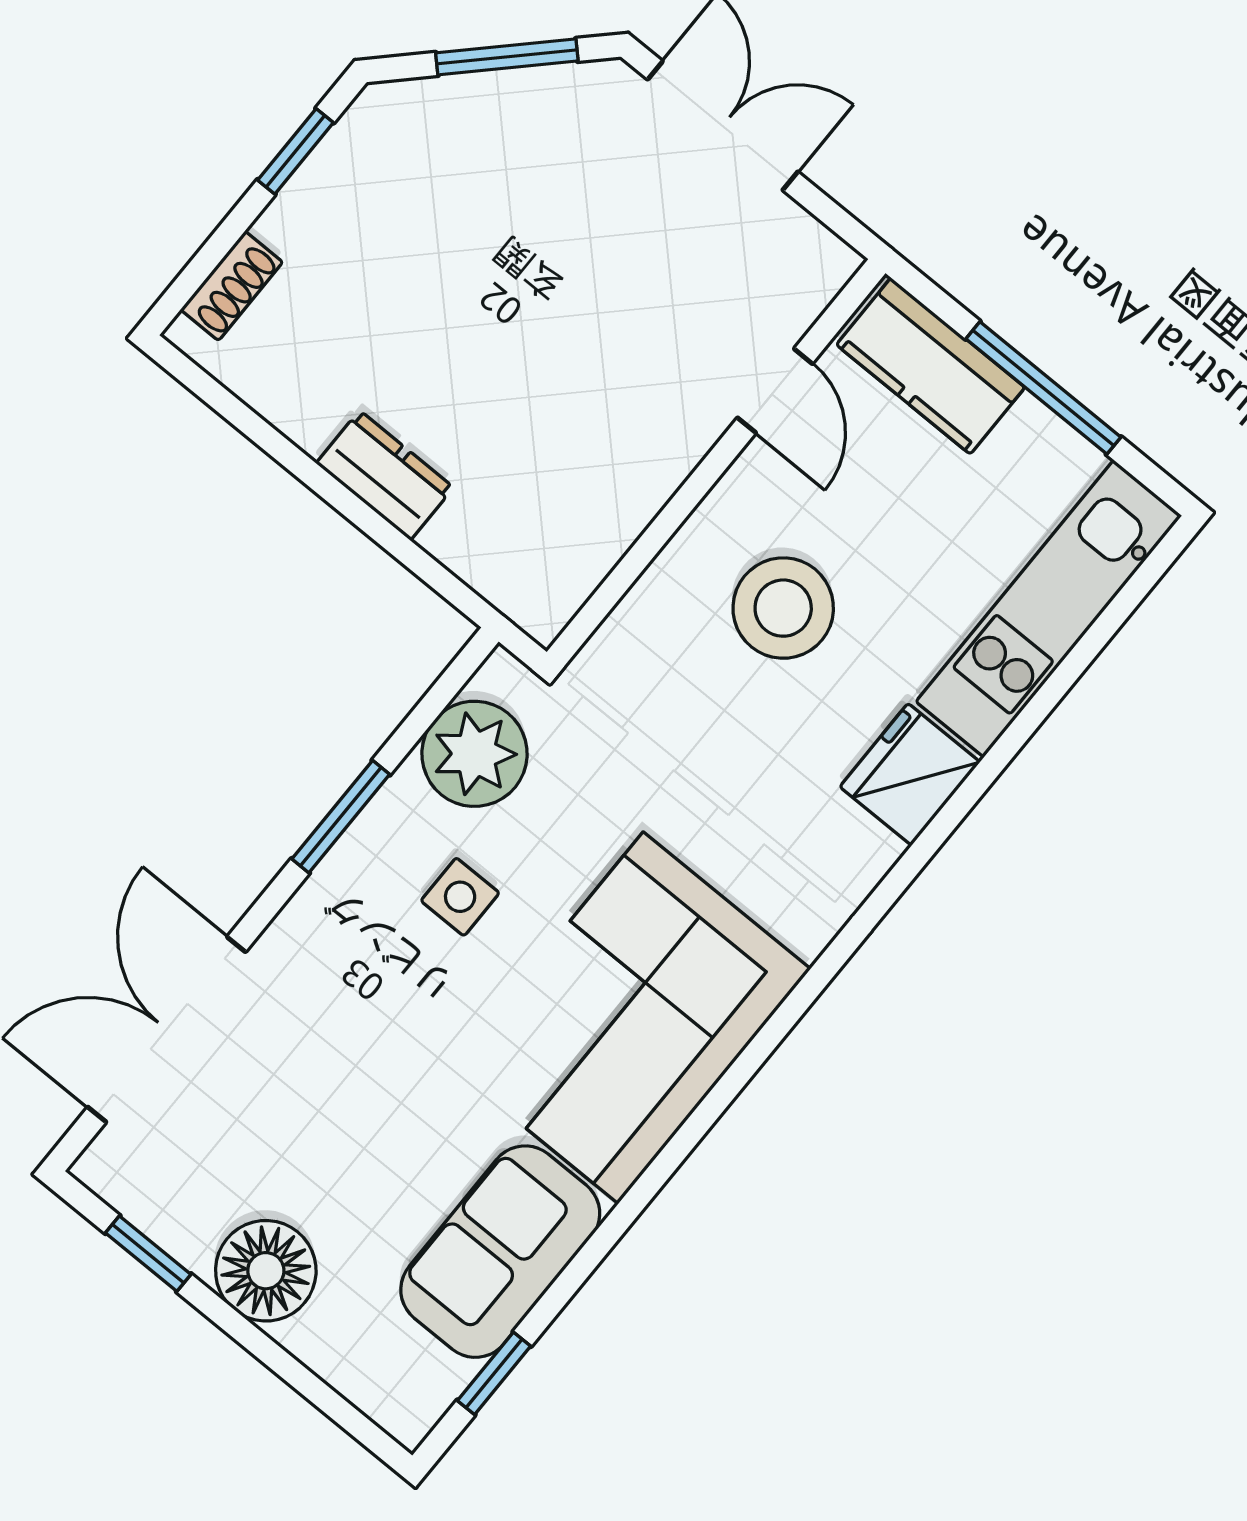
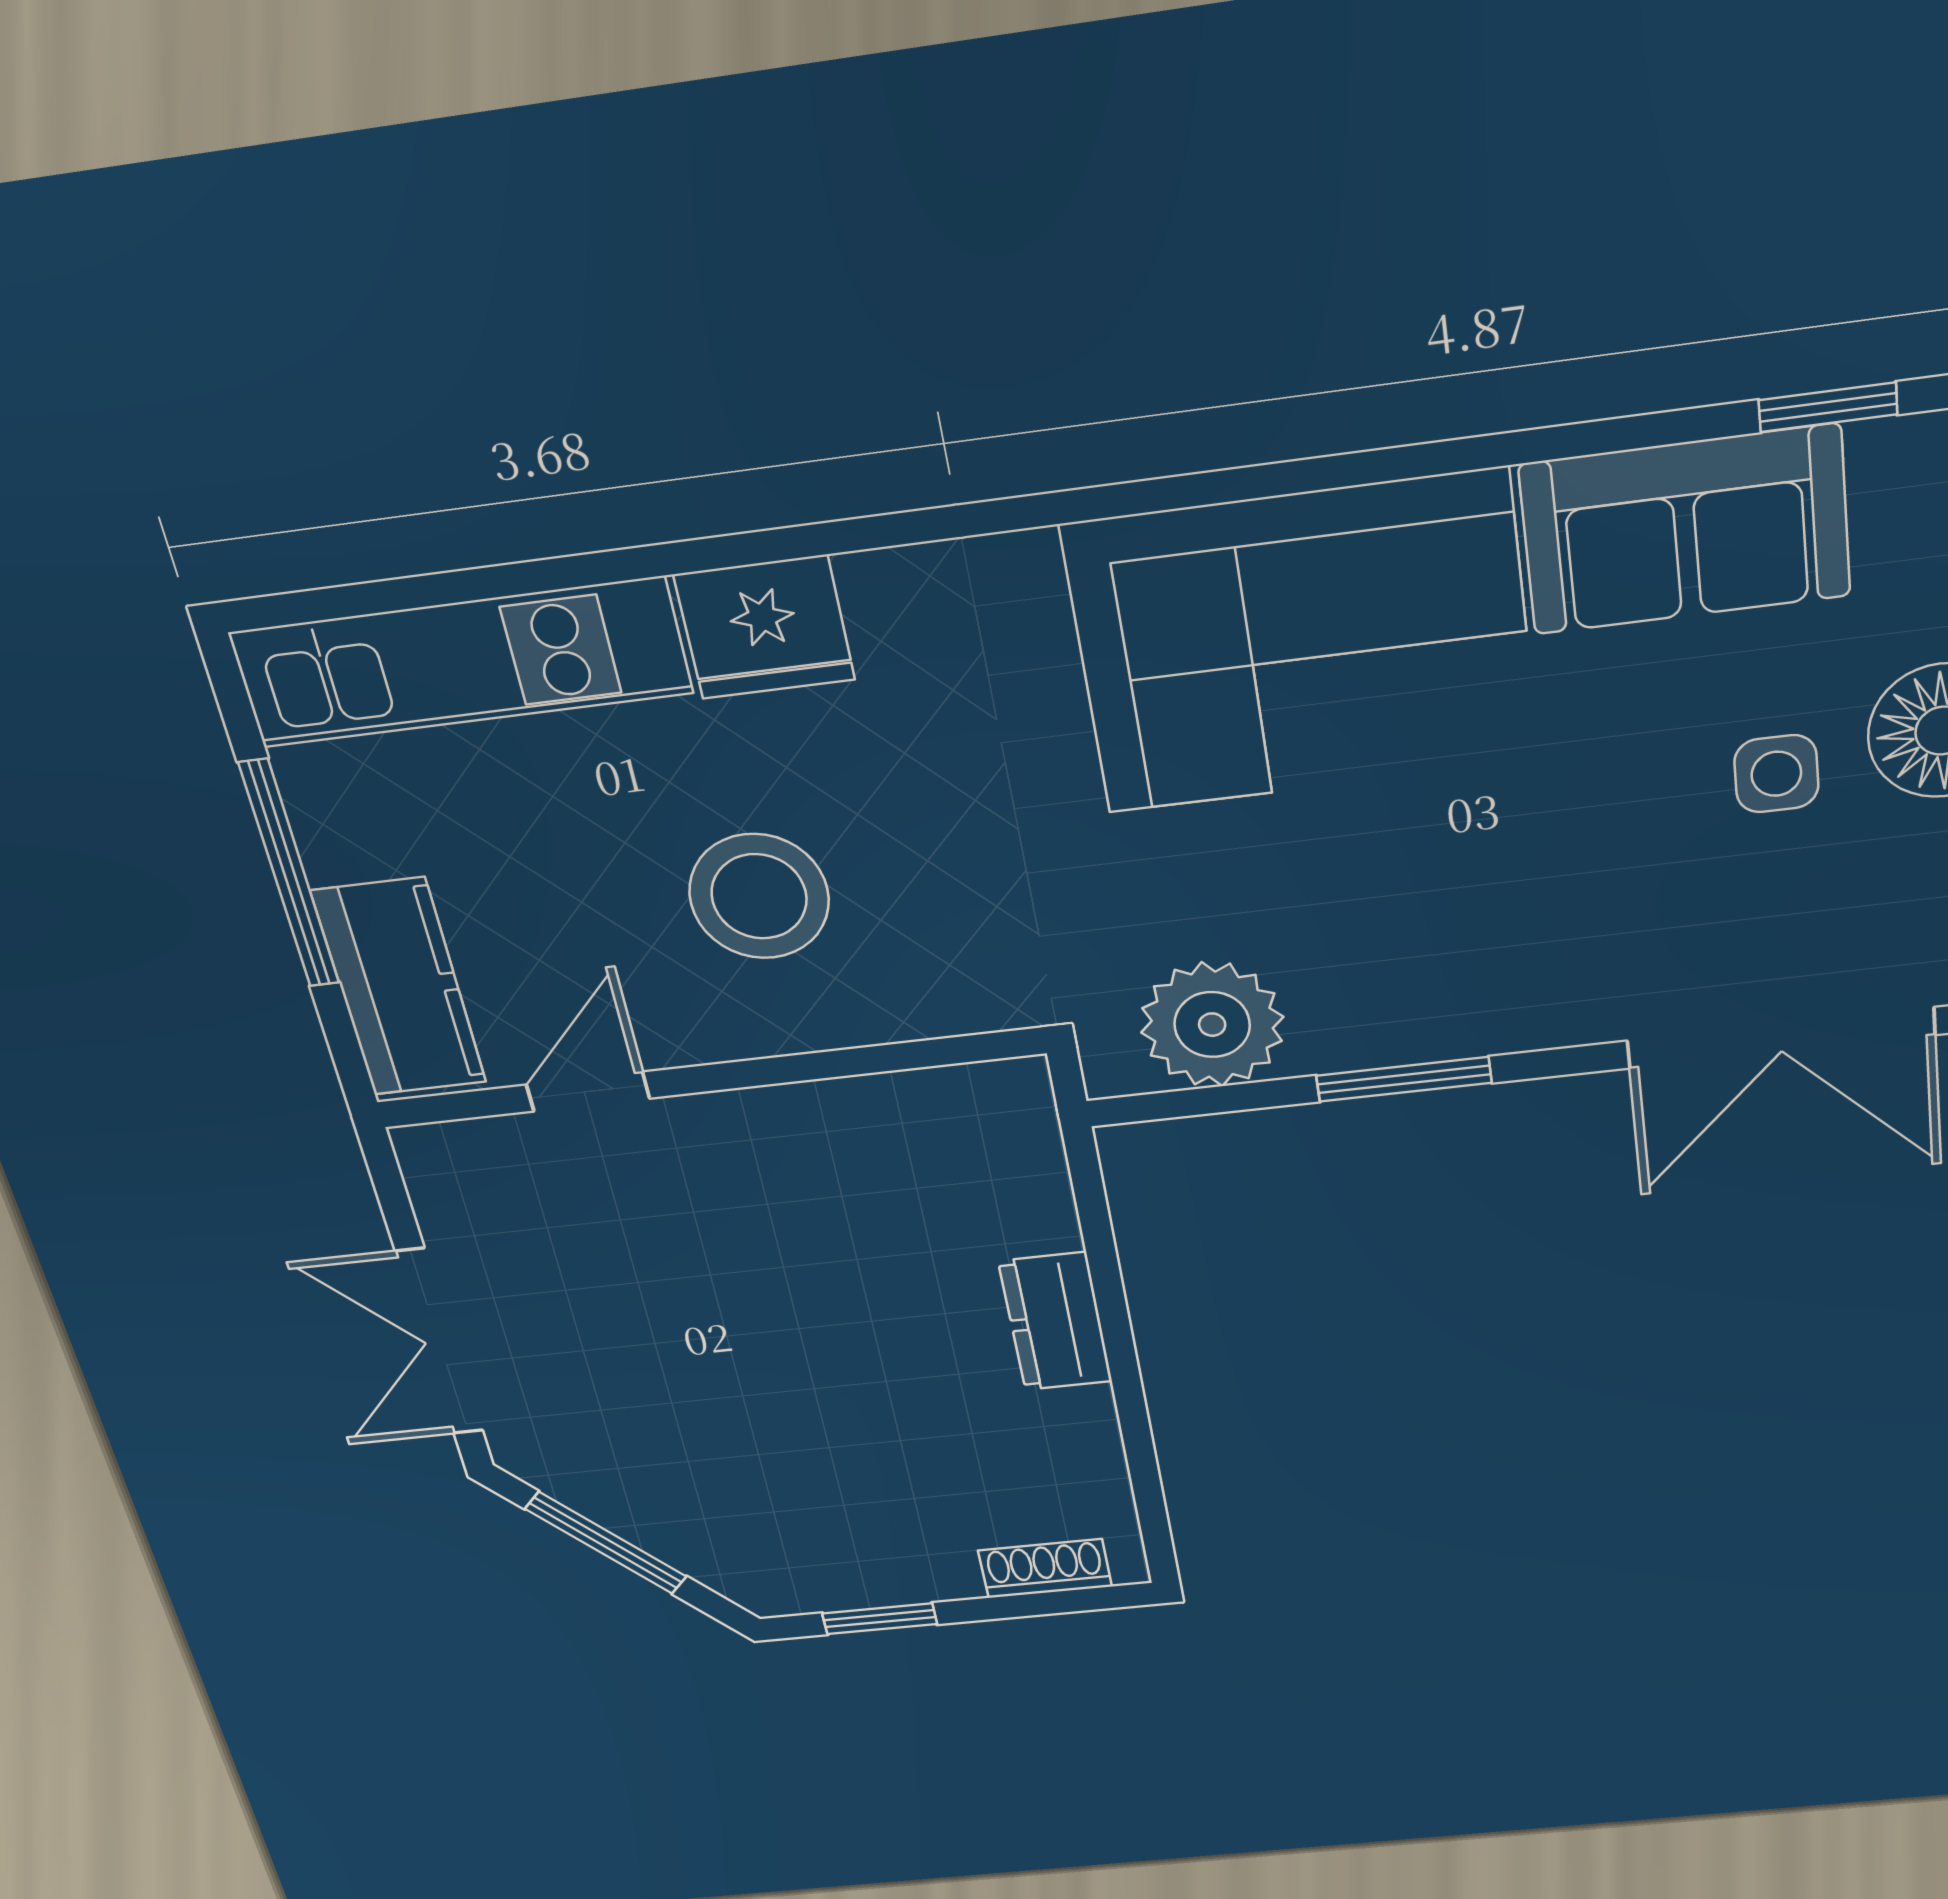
side table: (460, 897) -> (1776, 774), moved

